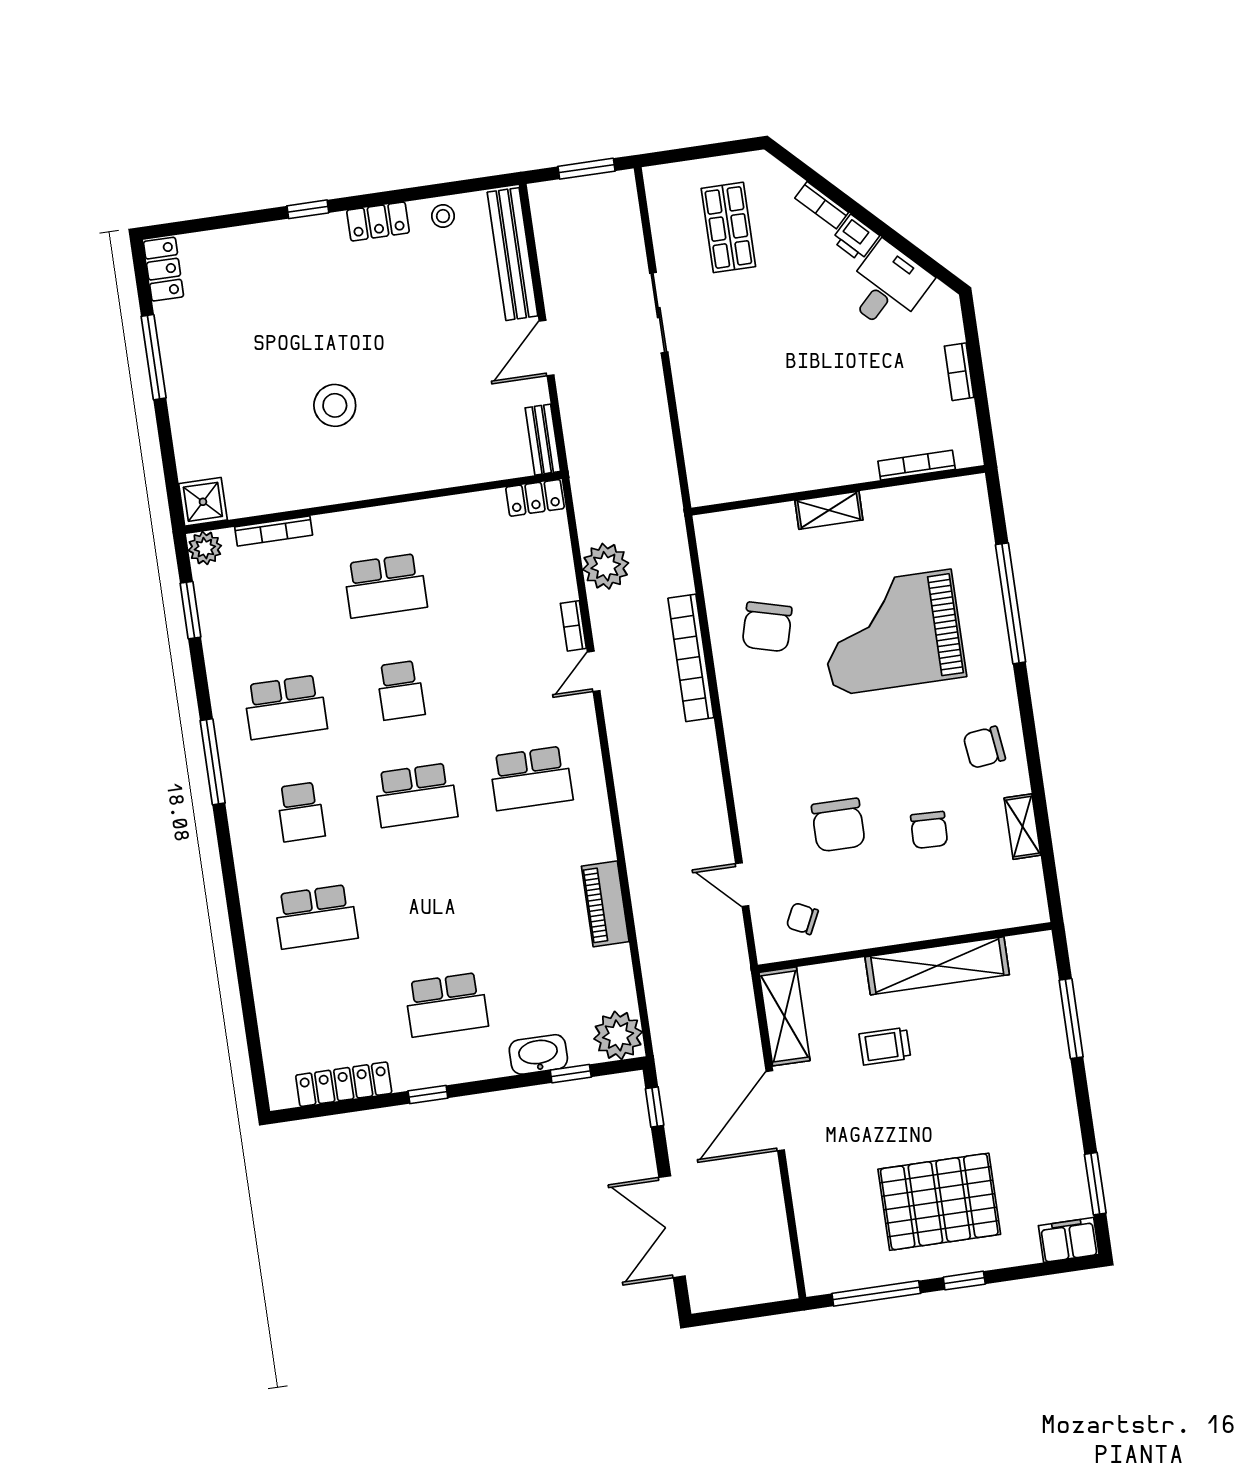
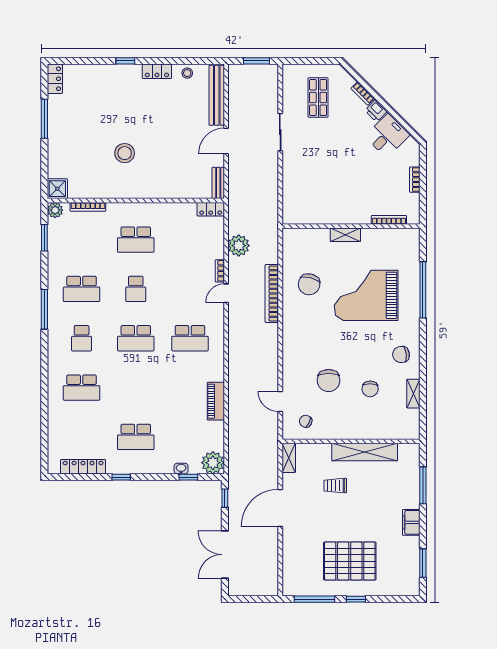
shelving: (784, 1016) -> (289, 458), width x0.67, depth x0.75
washbasin: (538, 1054) -> (181, 469), width x0.52, depth x0.69
filing cabinet: (1069, 1240) -> (411, 522), moved, turned -90

